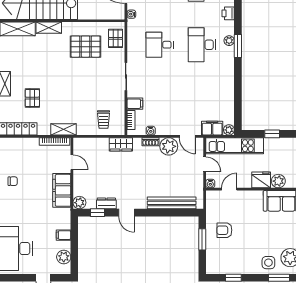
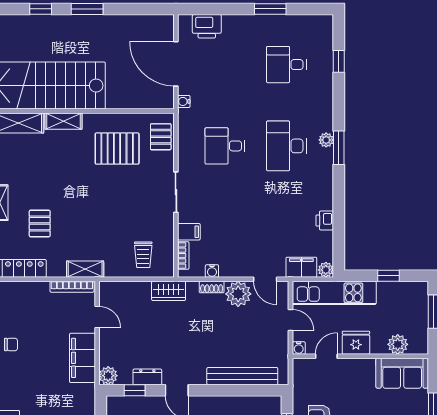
printer: (228, 13) -> (325, 221), moved
fridge: (261, 180) -> (356, 343), moved

